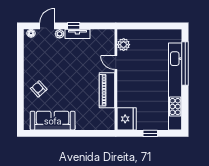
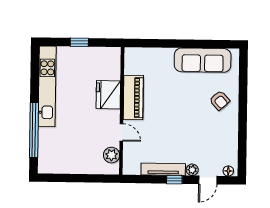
tv unit: (77, 34) -> (163, 169), width x1.41
kitchen unit: (175, 86) -> (47, 86), width x0.73
fridge: (127, 119) -> (108, 95), moved

